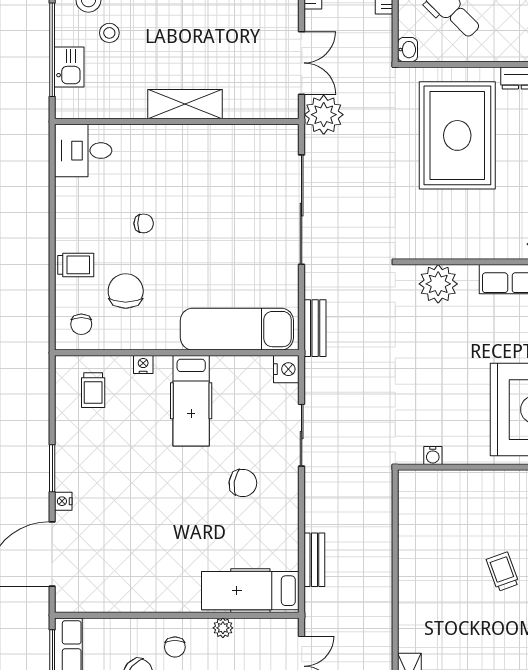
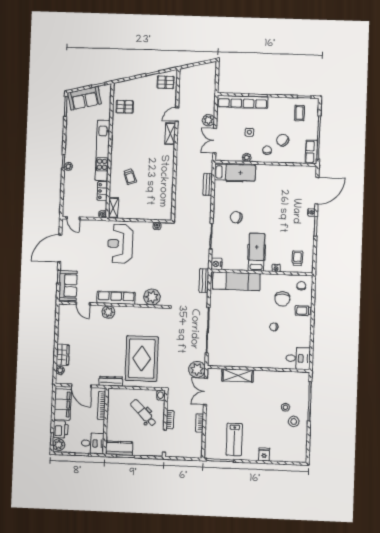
kitchen sink: (69, 67) -> (303, 394), removed
shelving: (185, 104) -> (238, 375), moved

